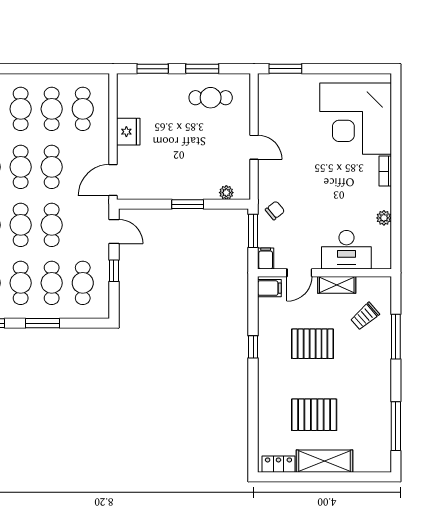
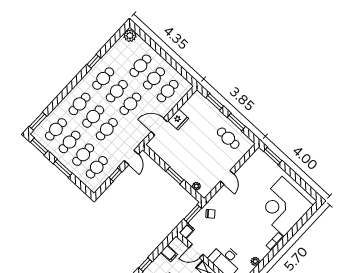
door: (113, 180) -> (159, 127), moved
filing cabinet: (269, 288) -> (169, 253), moved

